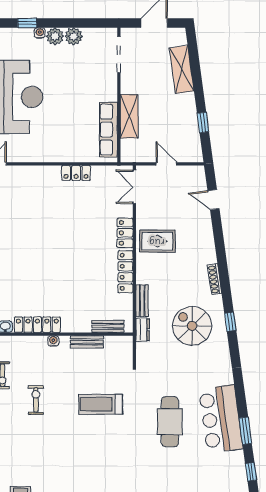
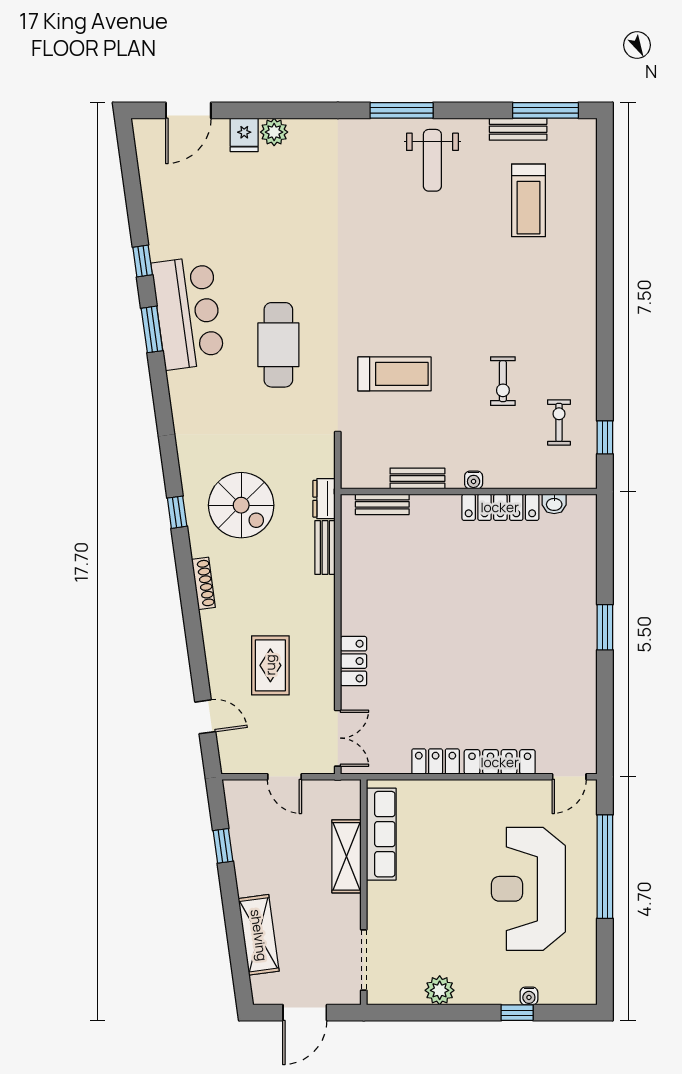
water cooler: (40, 33) -> (529, 996), moved
plant: (55, 36) -> (471, 990), removed
rug: (157, 241) -> (270, 665), moved, turned 90
locker: (126, 272) -> (500, 762), moved, turned -90
bar counter: (221, 419) -> (188, 313), moved

